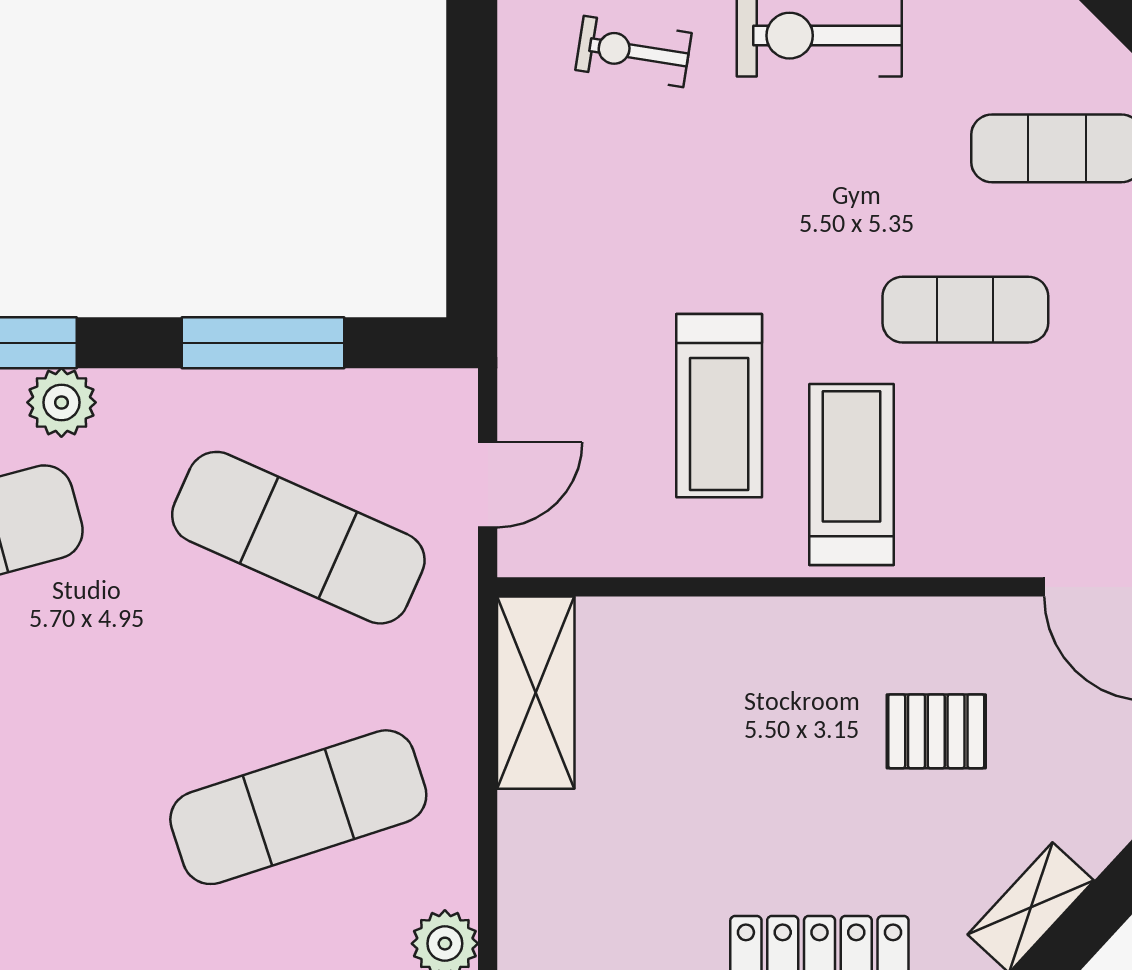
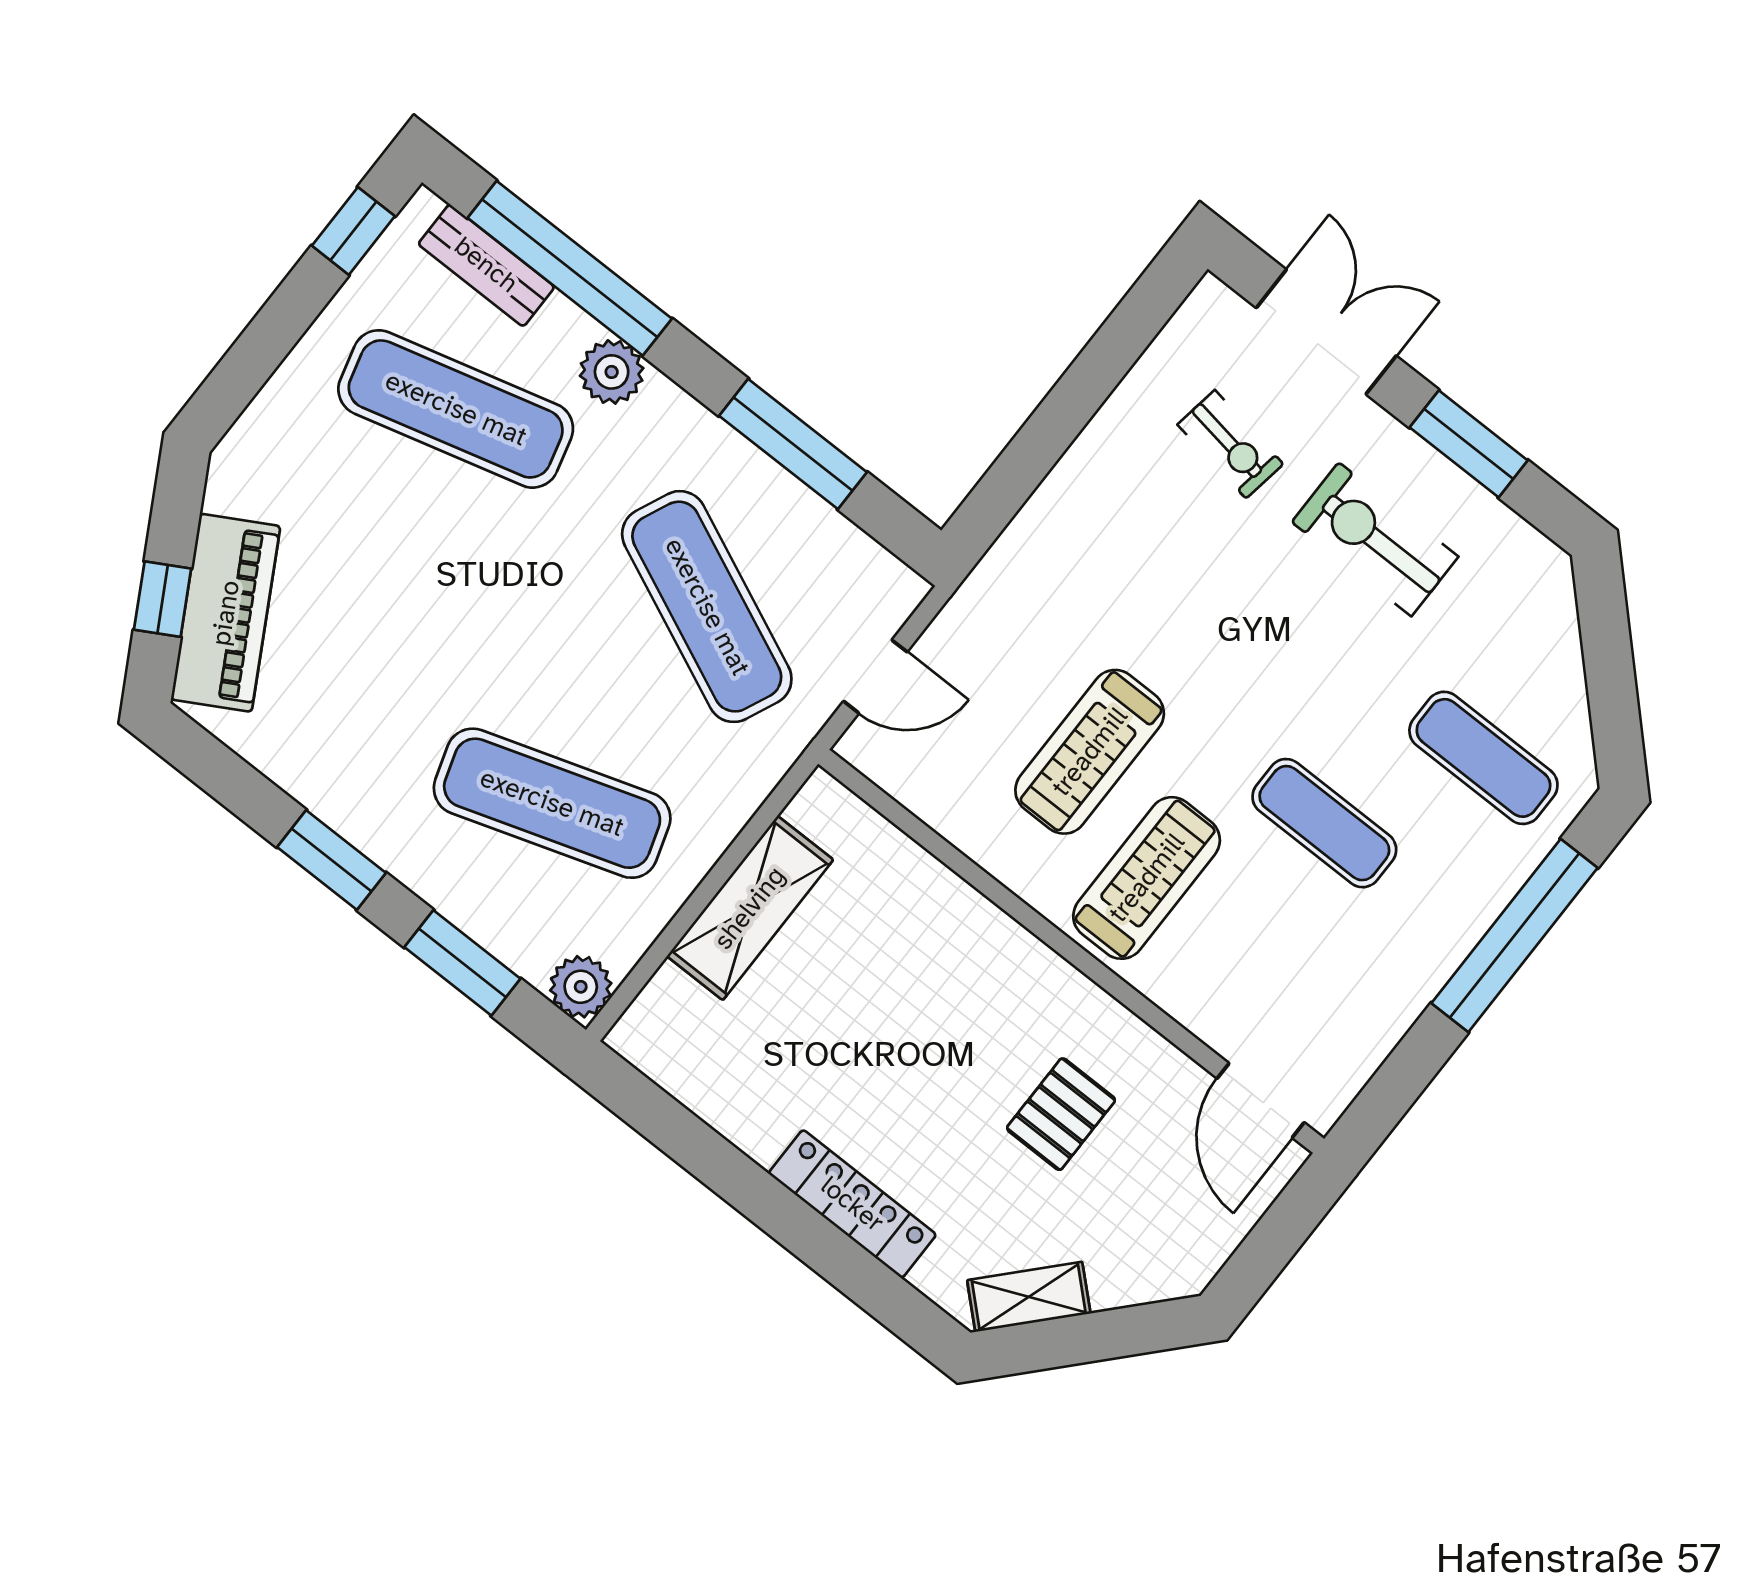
exercise bike: (633, 51) -> (1230, 444), turned 180
shelving: (536, 693) -> (750, 908), moved
pallet: (936, 731) -> (1061, 1114), turned 90

